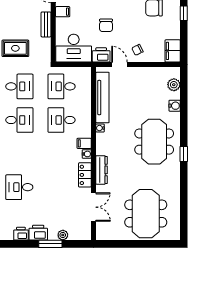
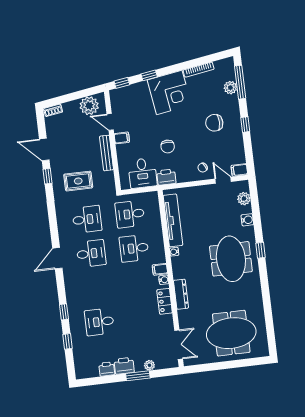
bench: (46, 24) -> (106, 153), width x1.36
desk: (74, 48) -> (142, 173), width x0.73
filing cabinet: (173, 51) -> (239, 170), width x0.50
door: (119, 65) -> (223, 180), moved
window: (184, 154) -> (261, 250), moved
double door: (94, 207) -> (179, 345), moved
meeting table: (146, 214) -> (231, 333), turned 90

